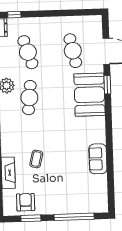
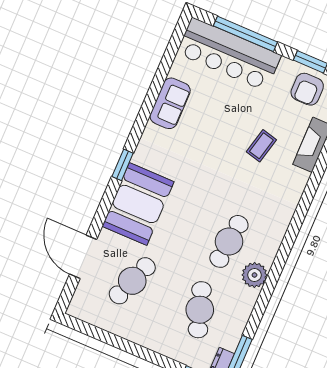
cafe table: (73, 51) -> (132, 281), turned 33
window: (107, 85) -> (123, 165), moved
bar counter: (78, 201) -> (229, 54), added

